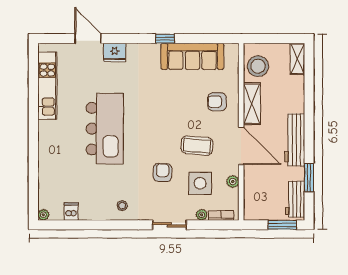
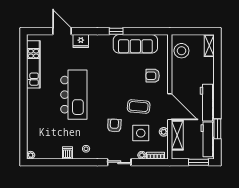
shelving: (252, 104) -> (177, 135), moved
workbench: (295, 199) -> (208, 139), width x1.38
dishwasher: (71, 211) -> (67, 153), moved

